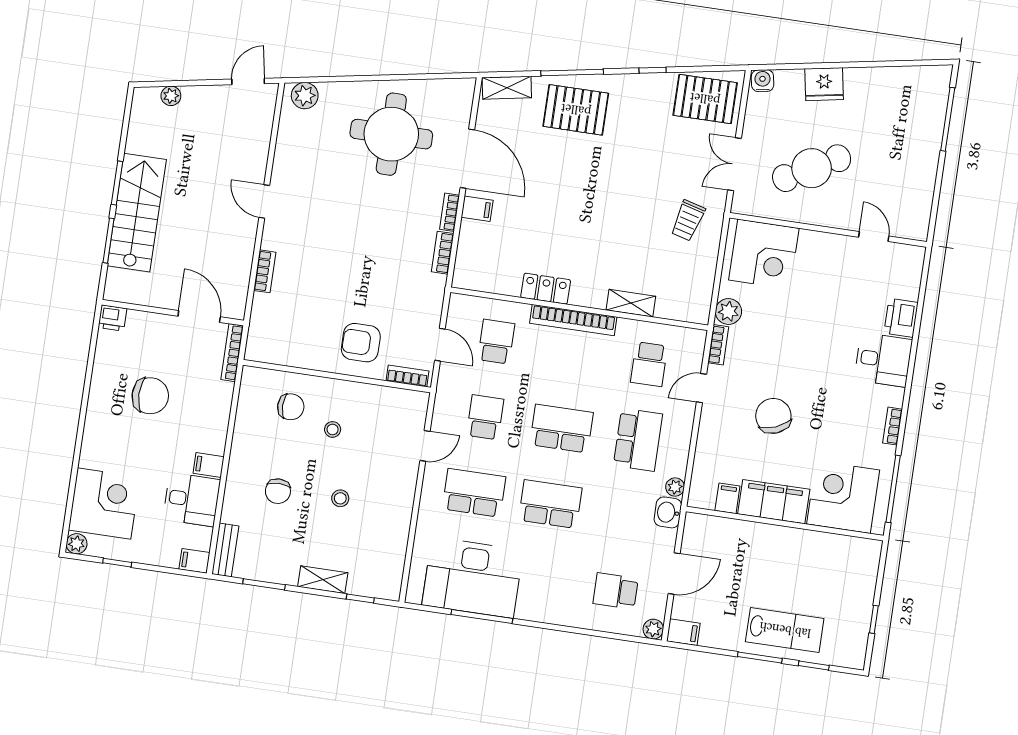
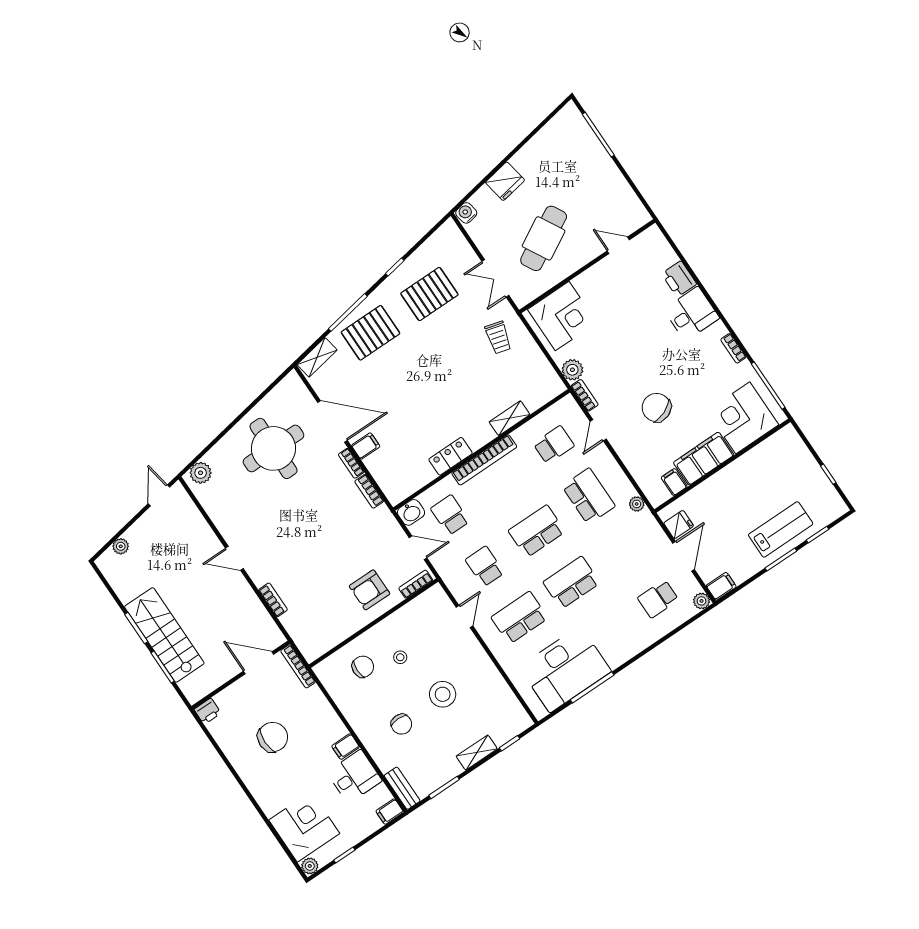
pallet: (705, 99) -> (429, 294), moved
school desk: (649, 364) -> (554, 445), turned -90
stool: (340, 498) -> (443, 694), width x1.89, depth x1.89
washbasin: (668, 512) -> (411, 512), moved, turned -90
fridge: (696, 541) -> (679, 525), added

